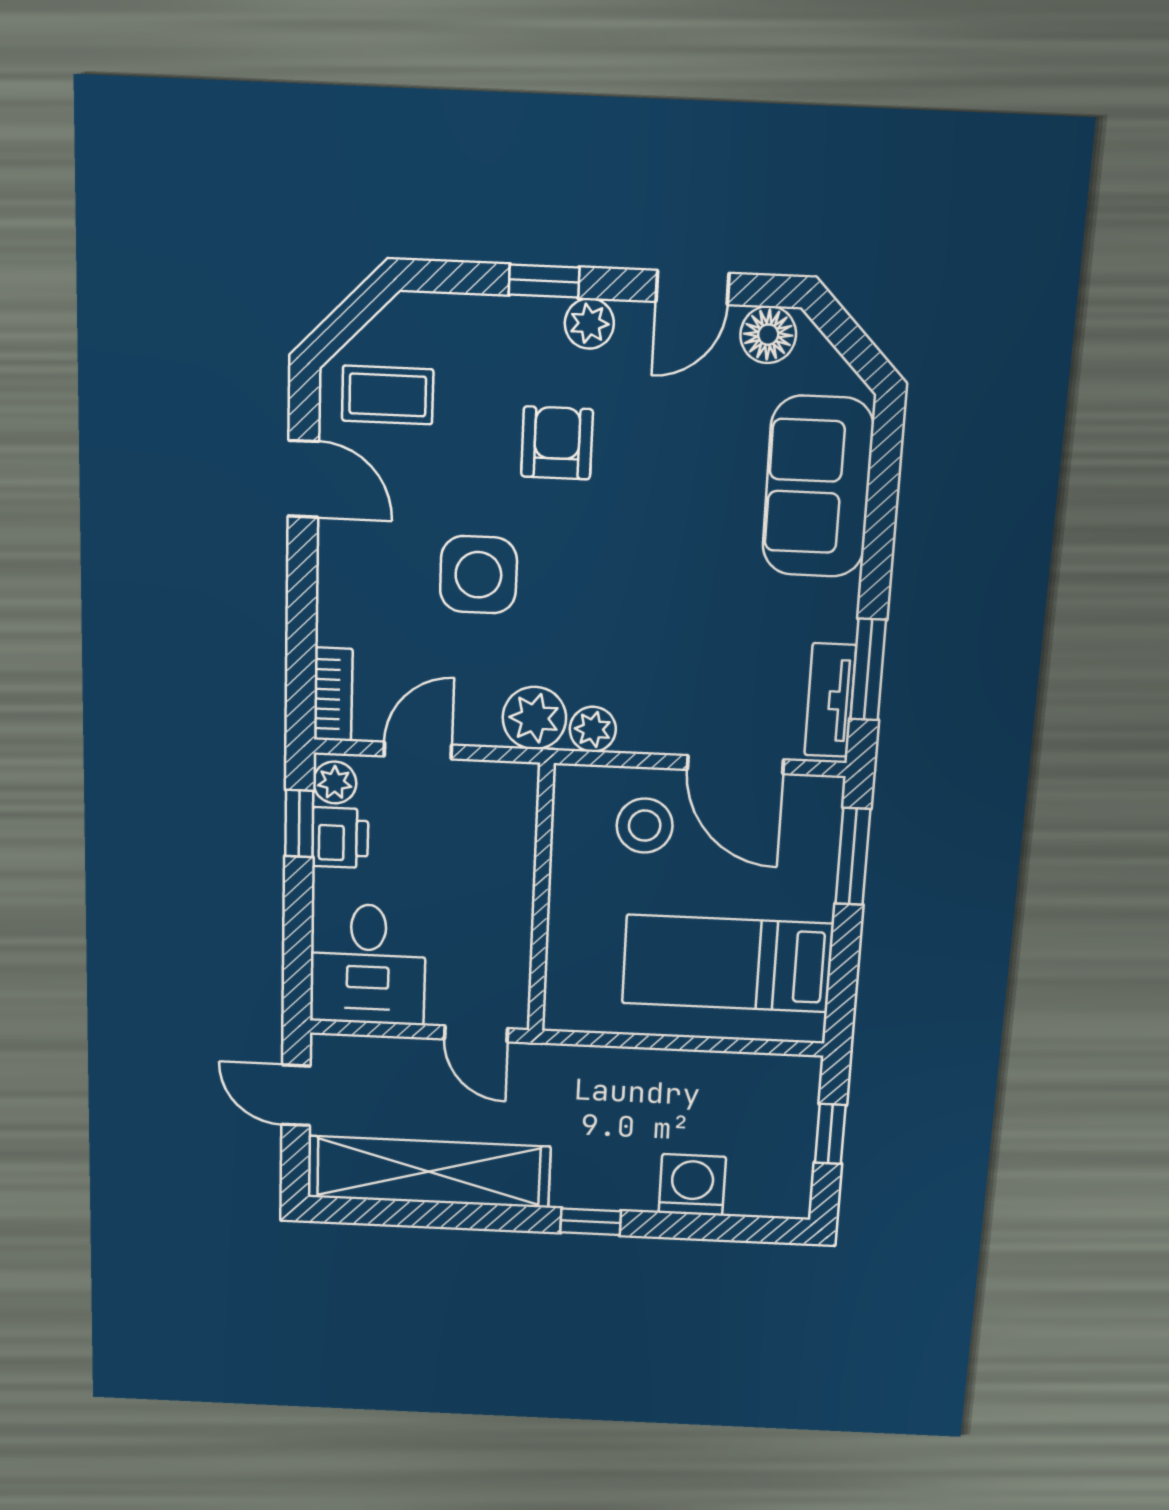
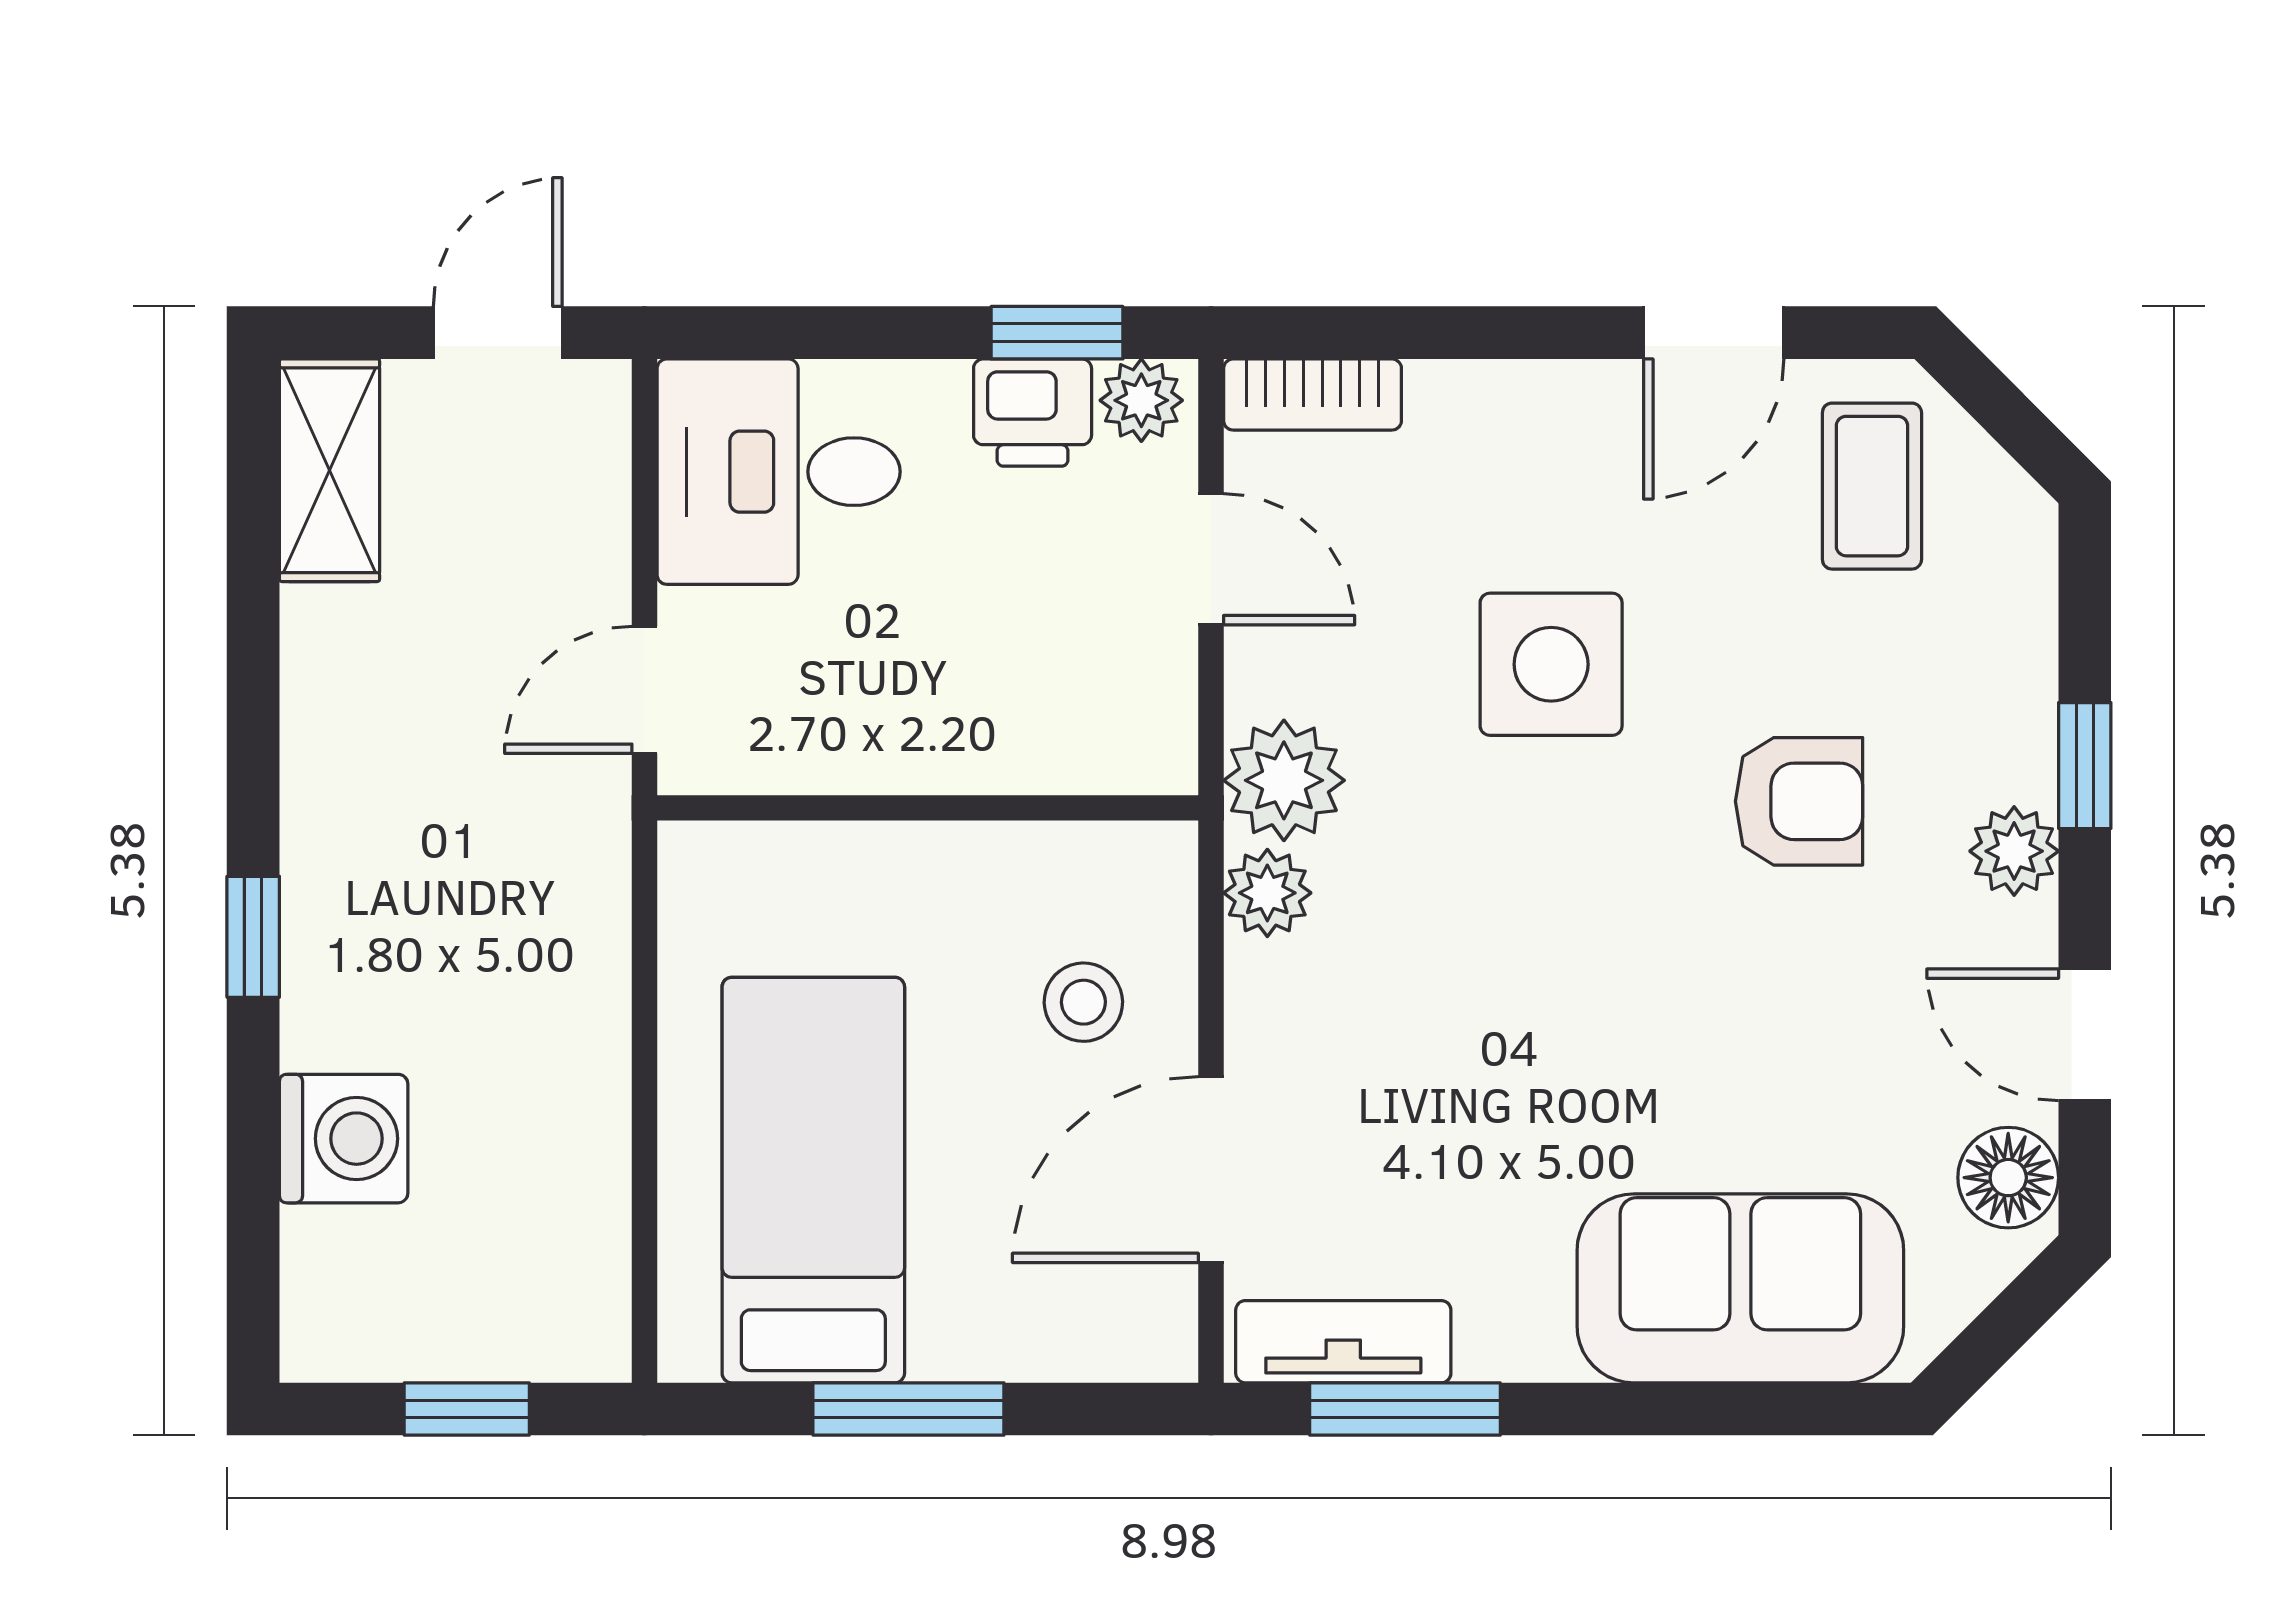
stool: (645, 826) -> (1083, 1002), width x0.73, depth x0.73
window: (853, 856) -> (908, 1409), moved
shelving: (429, 1172) -> (330, 470), width x0.45, depth x0.75

